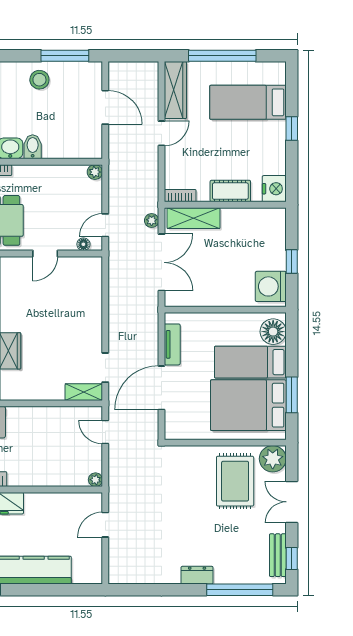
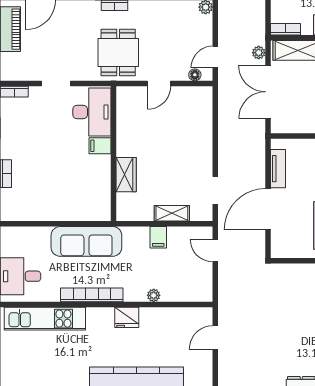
double door: (161, 262) -> (268, 92), swing flipped
shelving: (84, 392) -> (172, 213), moved
filing cabinet: (44, 418) -> (158, 237), added
plant: (95, 480) -> (154, 295), moved

